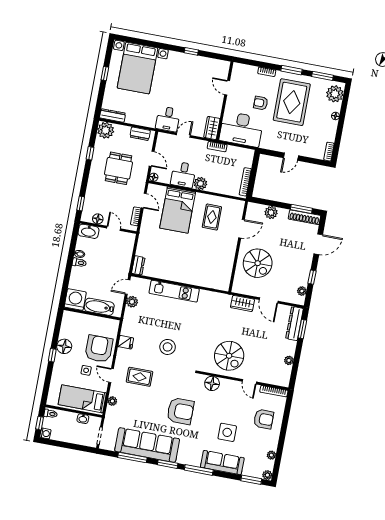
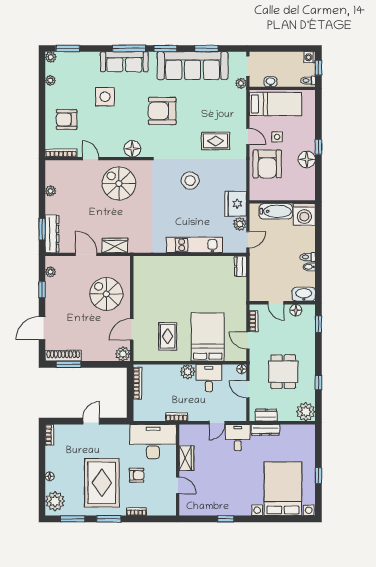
dresser: (113, 116) -> (265, 430), moved
wardrobe: (212, 128) -> (186, 458), moved
plant: (271, 213) -> (123, 354), moved
fridge: (126, 342) -> (236, 204), moved, width x1.88, depth x1.34
plant: (112, 401) -> (241, 83), moved
window: (132, 457) -> (207, 48), width x0.69
sofa: (222, 463) -> (124, 62), moved

